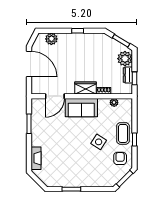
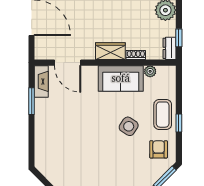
dresser: (128, 75) -> (170, 48), moved
door: (55, 96) -> (68, 63), hinge flipped
sofa: (81, 108) -> (121, 78), moved
fireplace: (36, 158) -> (41, 81), moved

